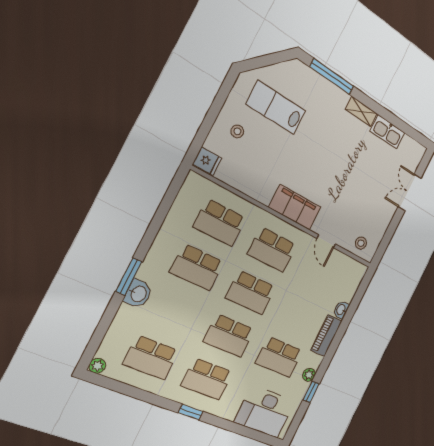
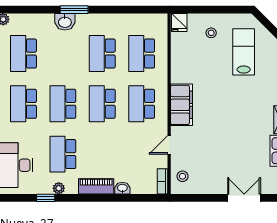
bookcase: (355, 266) -> (163, 181), added

